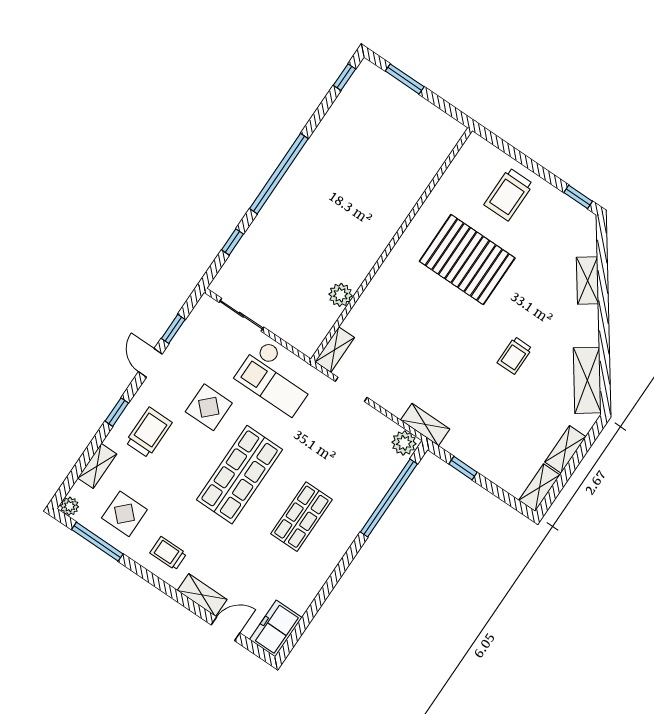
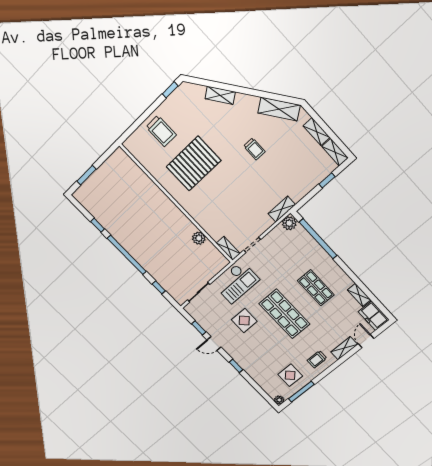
window: (344, 77) -> (98, 225), moved
trolley: (149, 432) -> (250, 353), removed
shelving: (97, 466) -> (359, 295), moved
window: (463, 468) -> (327, 180), moved

